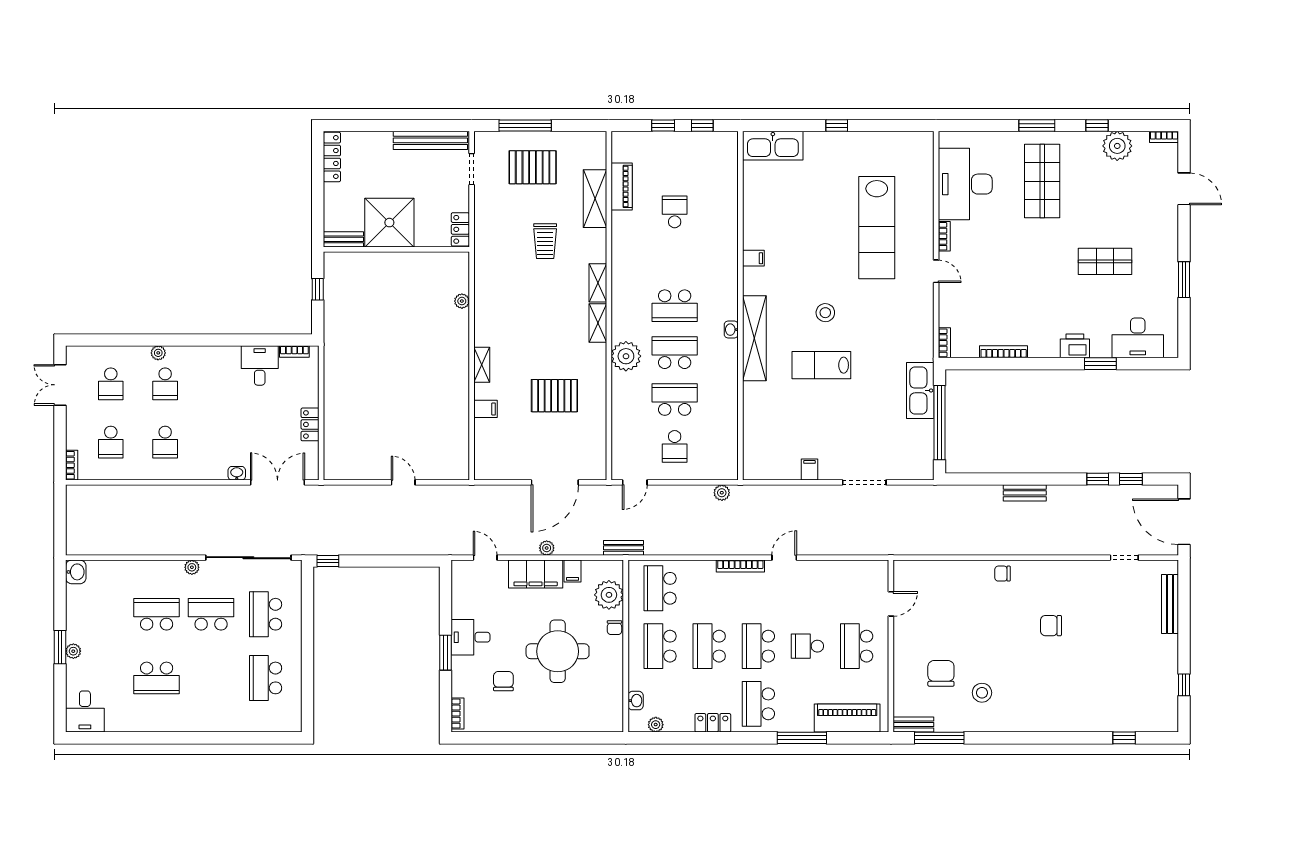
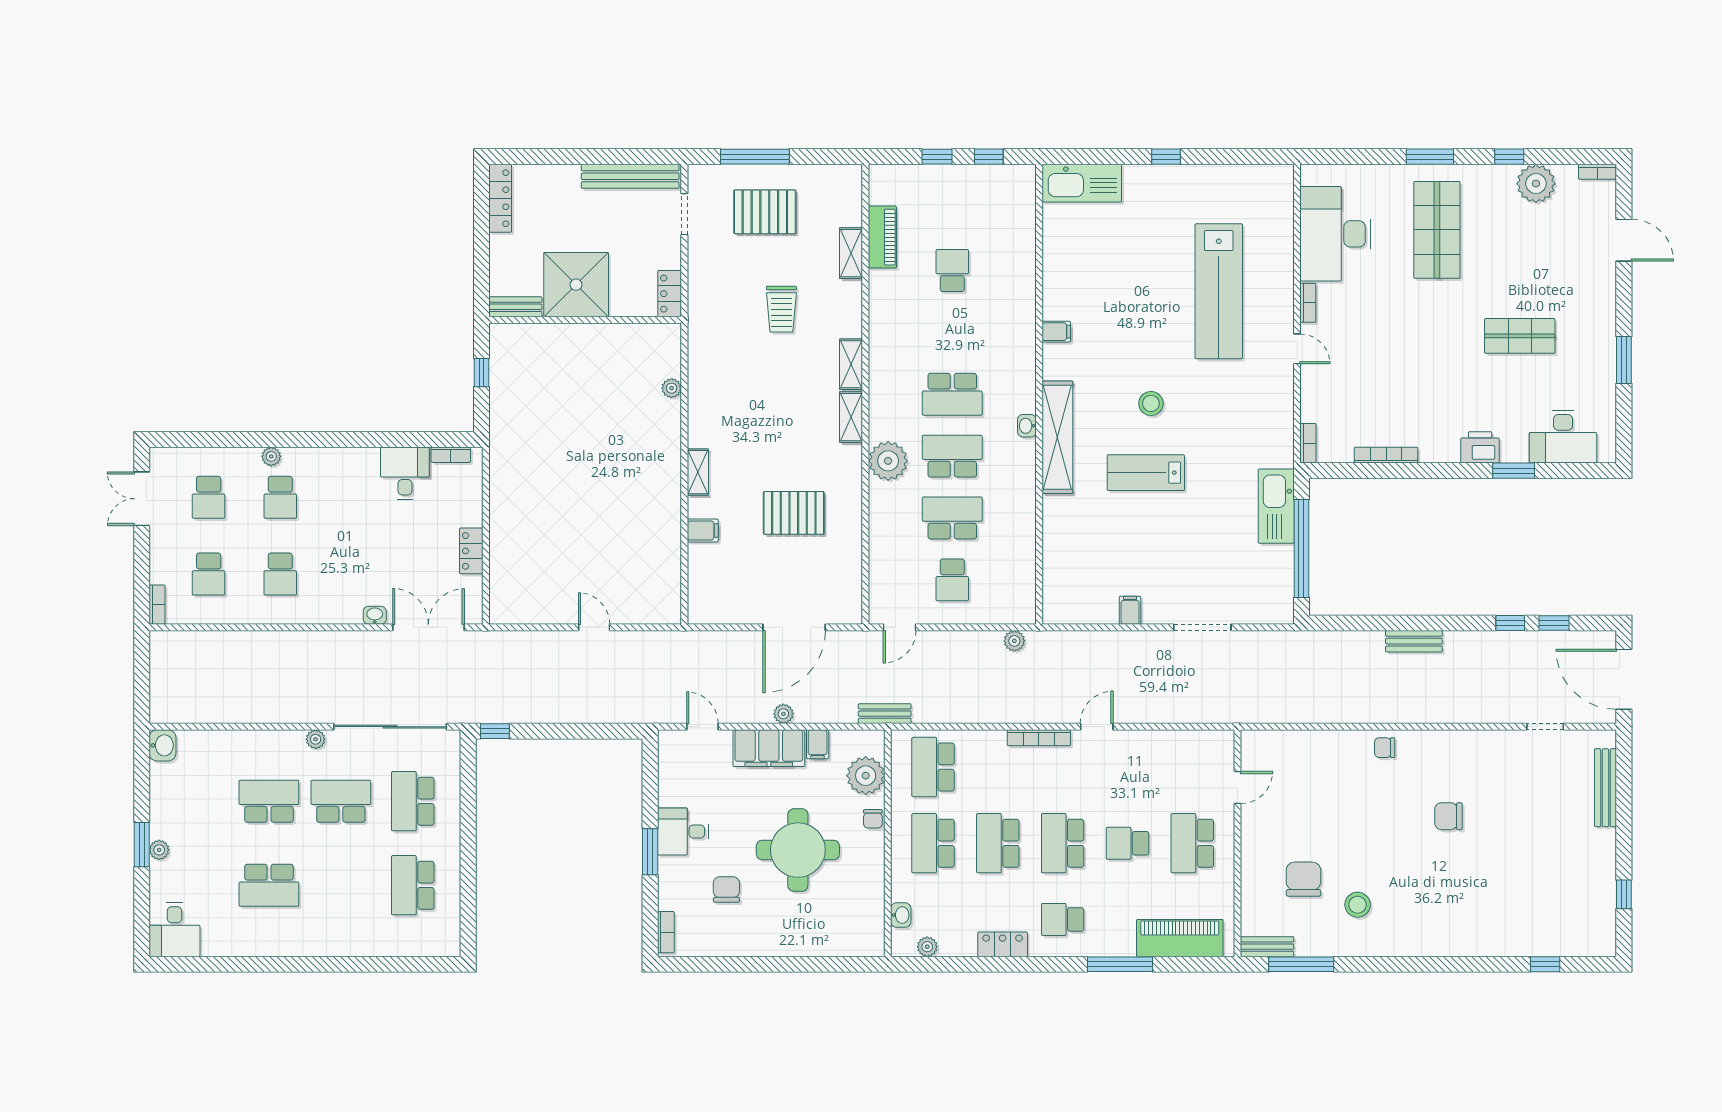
shelving: (595, 199) -> (851, 253), width x0.67, depth x0.75
school desk: (758, 704) -> (1063, 919), width x0.54

